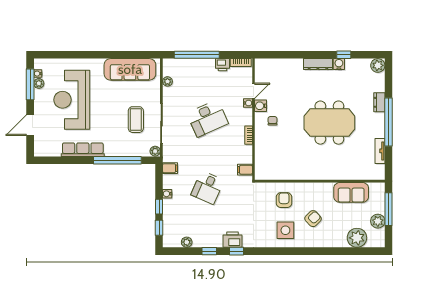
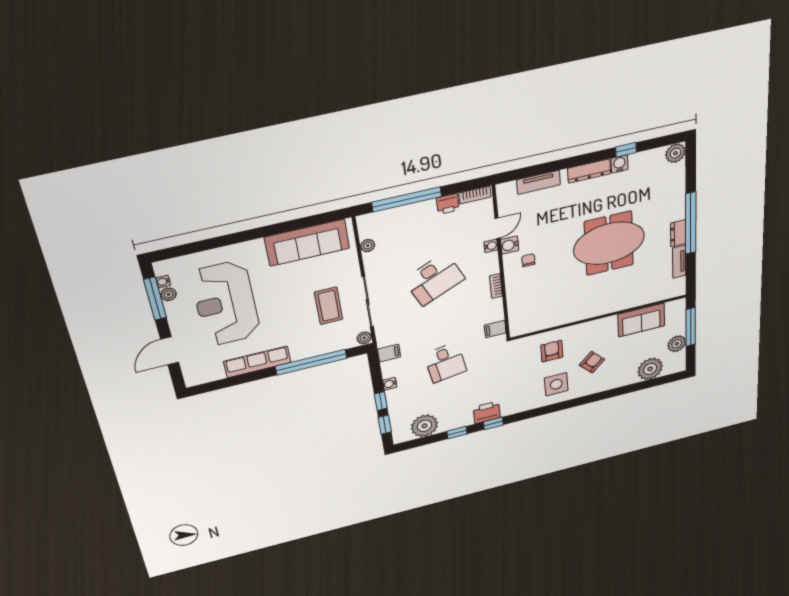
tv unit: (283, 64) -> (538, 182), added
dresser: (379, 102) -> (678, 233), moved
desk: (207, 188) -> (445, 363), turned -33
plant: (187, 242) -> (424, 426), width x1.87, depth x1.87

